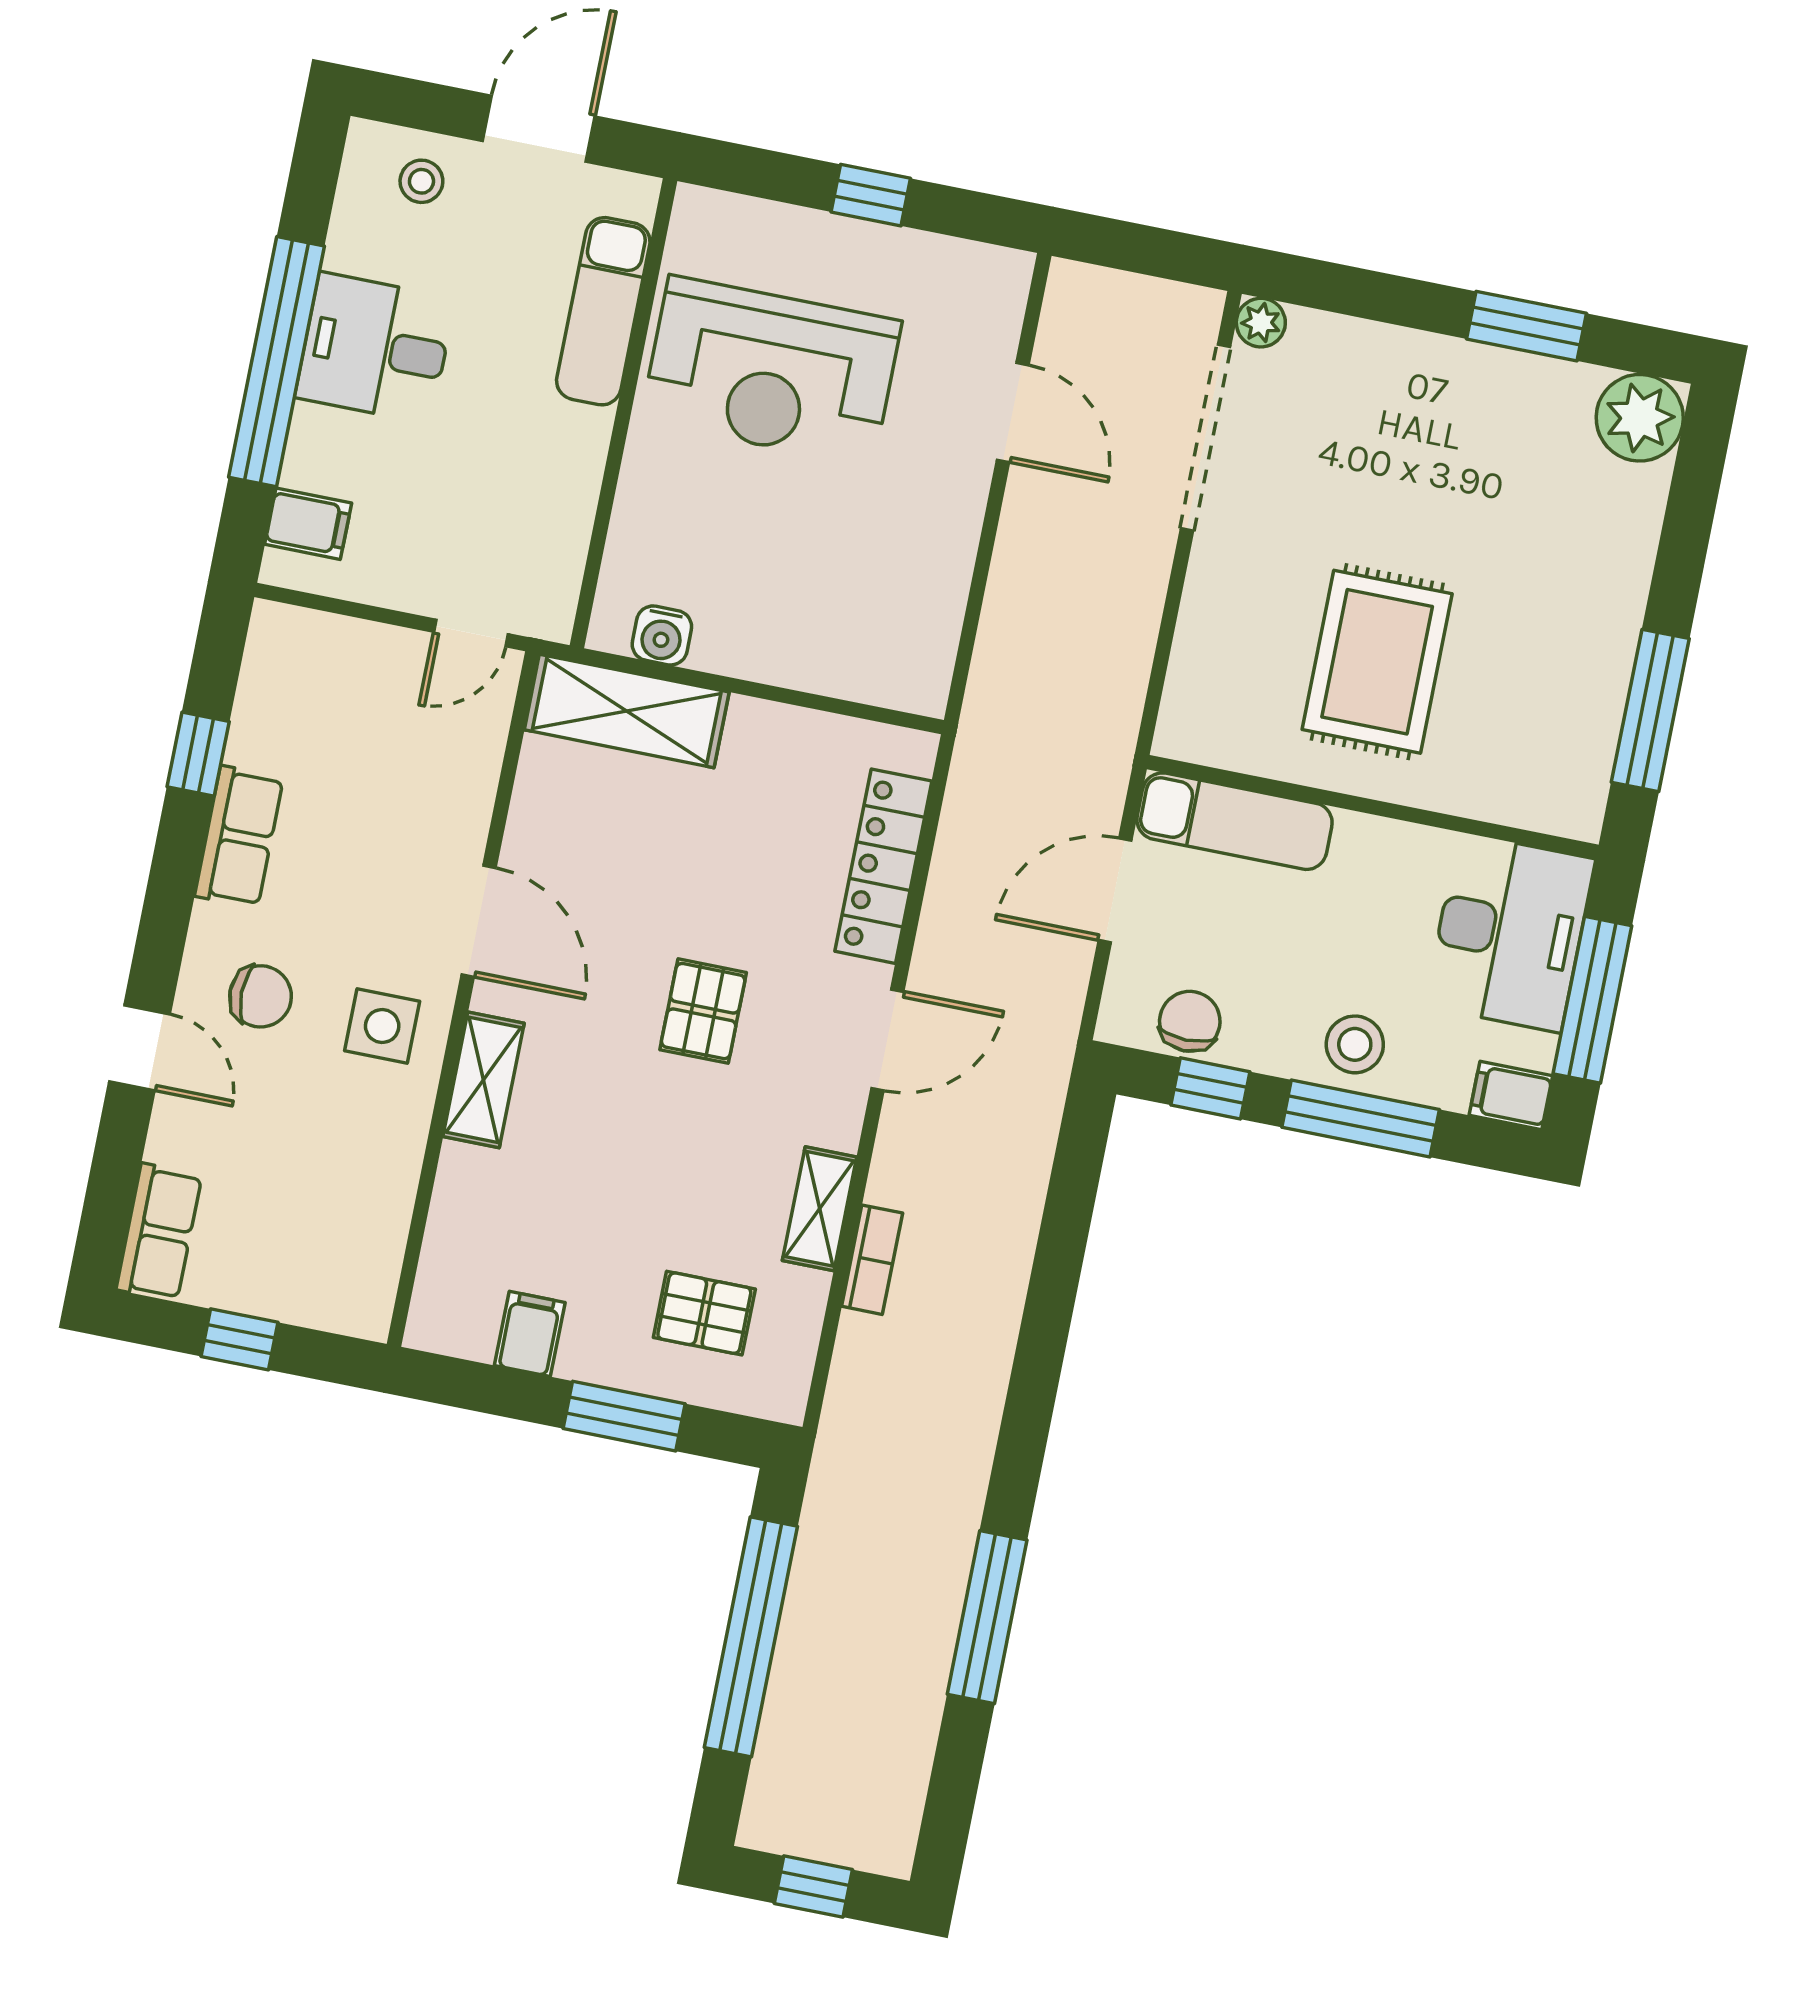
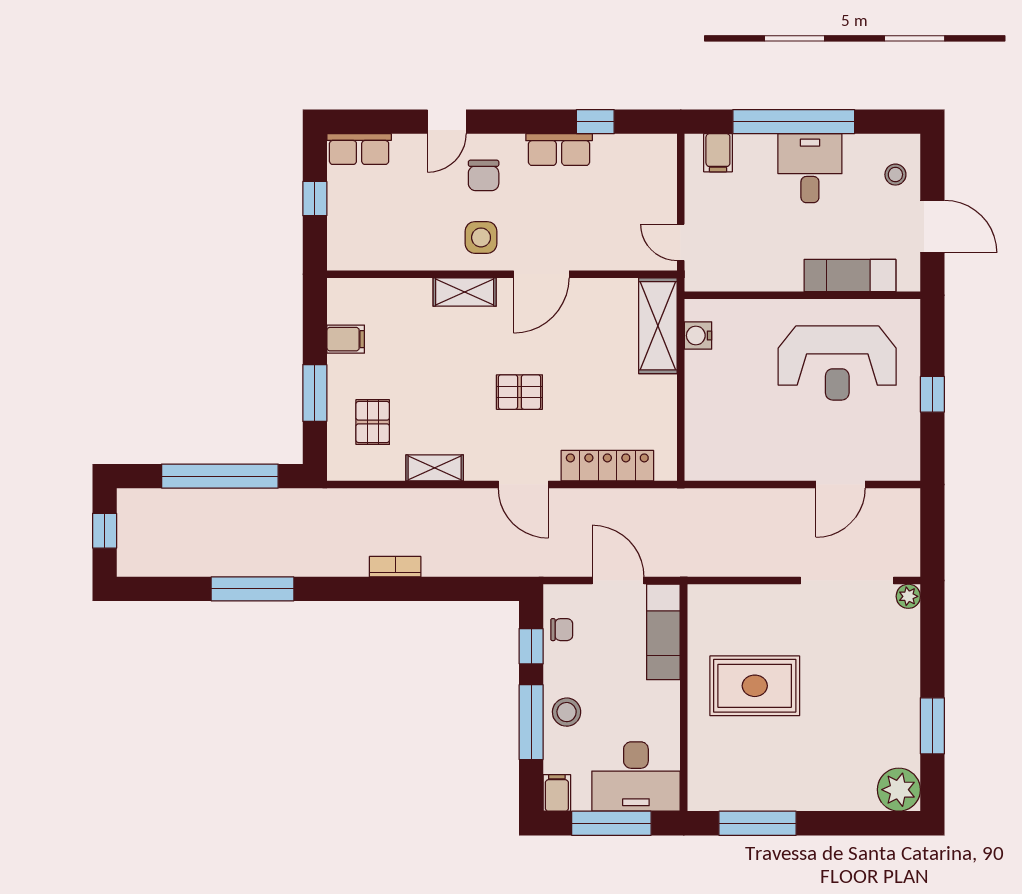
reception desk: (771, 371) -> (837, 363), turned -90
chair: (1190, 1021) -> (562, 630), width x0.73, depth x0.73
bookcase: (872, 1260) -> (395, 567), moved, turned 180

